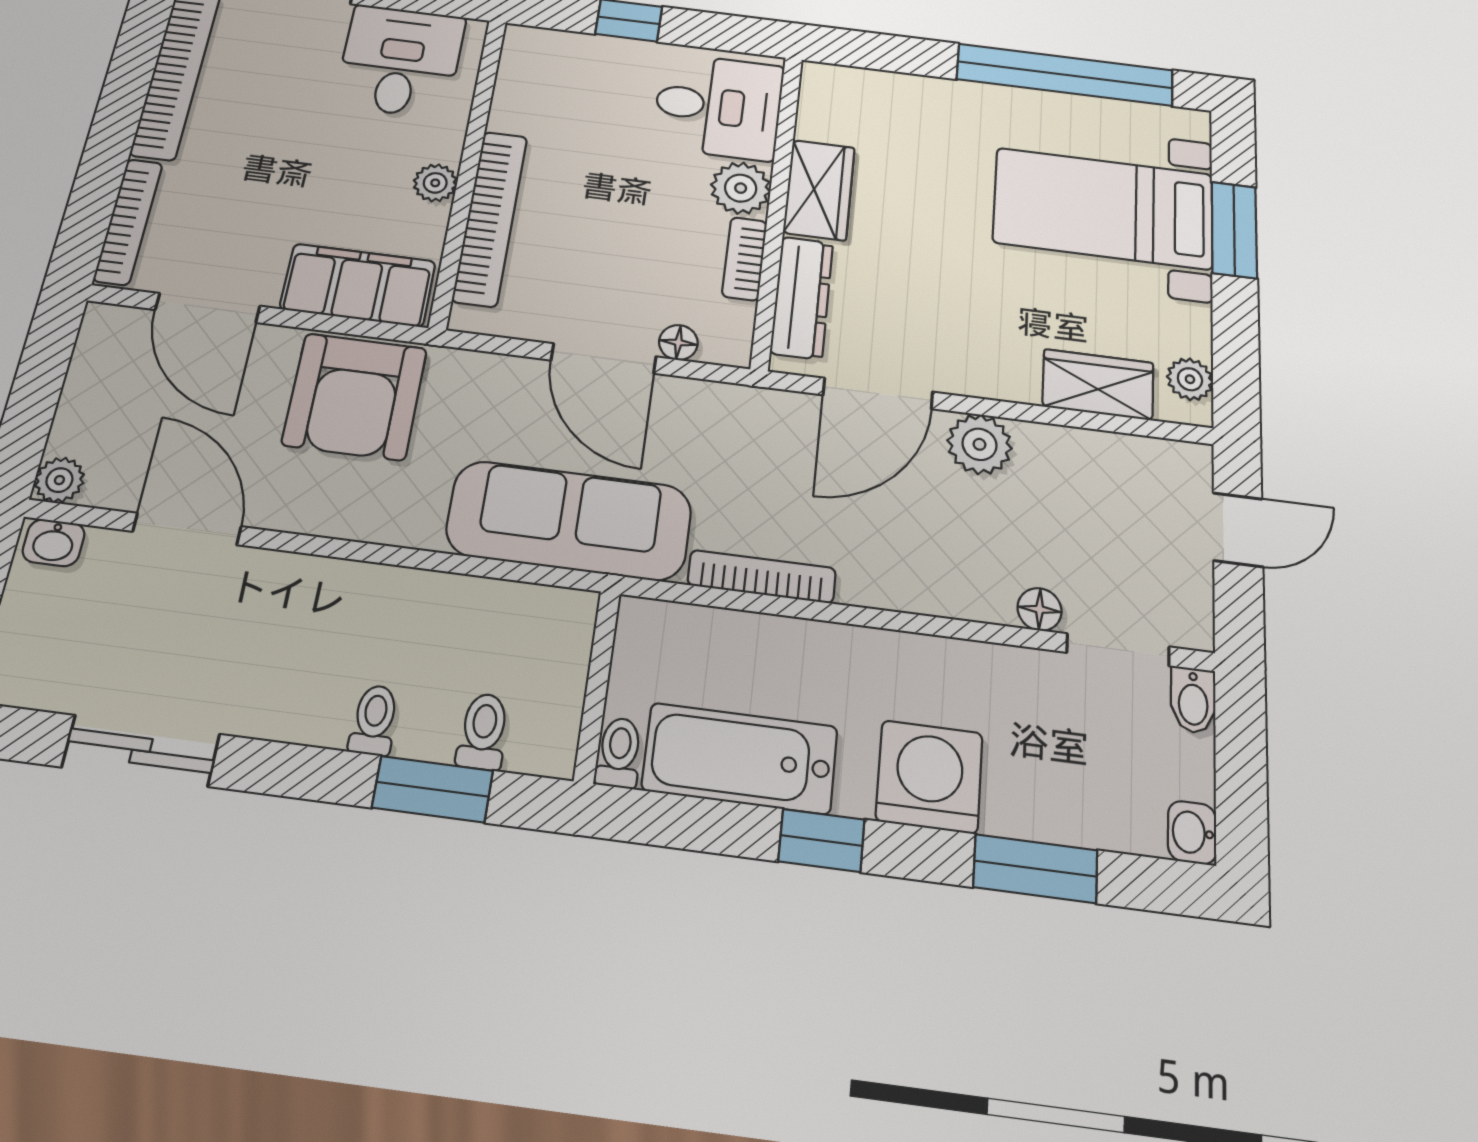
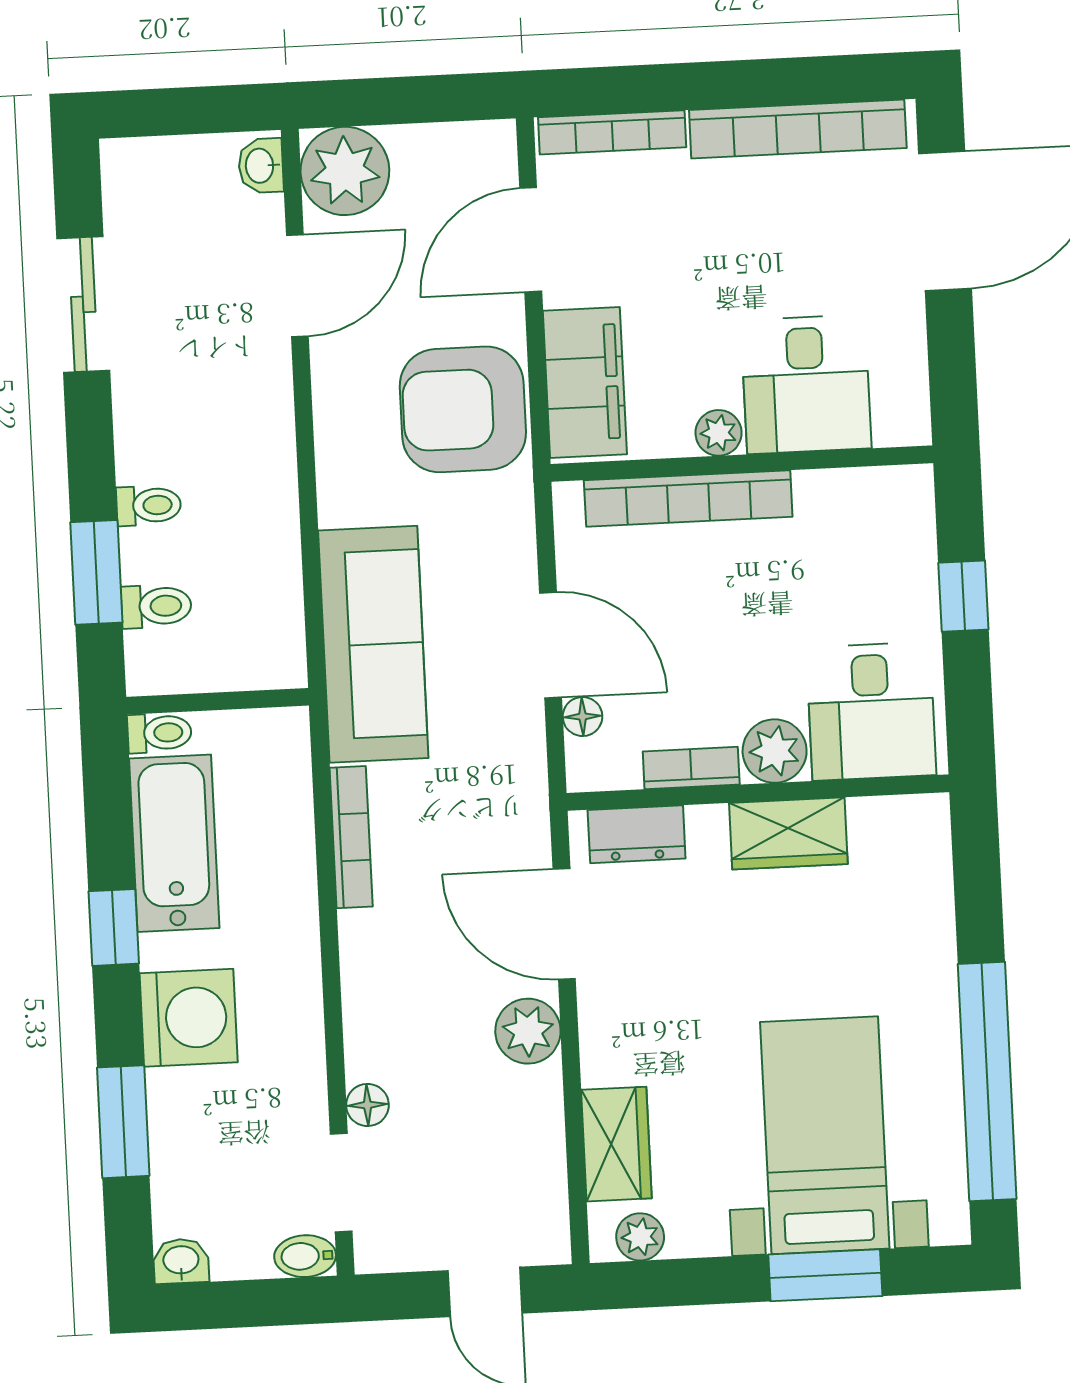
desk: (400, 61) -> (806, 384), moved, turned 90
dresser: (802, 298) -> (637, 834), width x0.70
door: (604, 359) -> (551, 645), swing flipped
plant: (59, 480) -> (345, 171), width x1.88, depth x1.88

